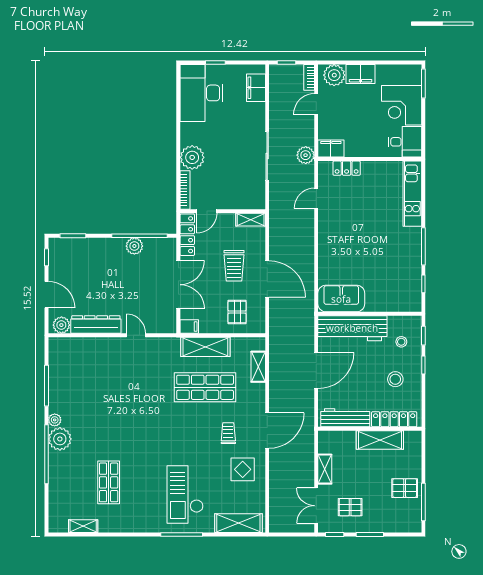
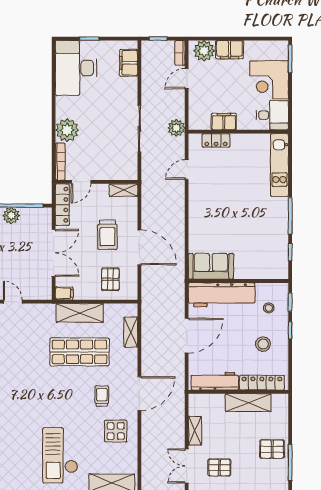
filing cabinet: (331, 149) -> (224, 122), moved

